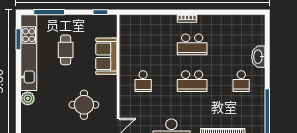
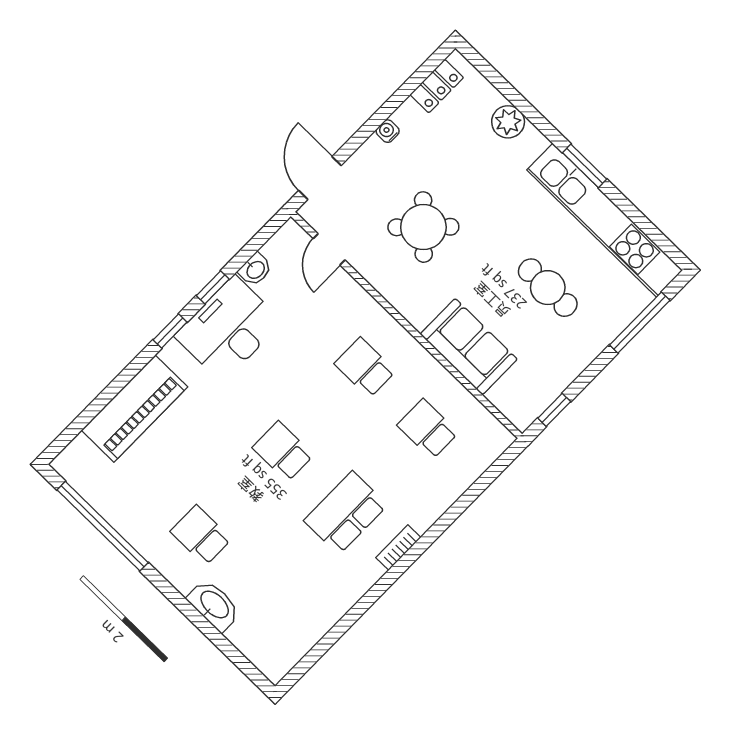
window: (18, 39) -> (585, 166), moved
school desk: (143, 44) -> (428, 429), added
school desk: (192, 81) -> (283, 451), width x0.54
plant: (28, 98) -> (508, 122), moved
round table: (84, 105) -> (423, 227), turned 45

